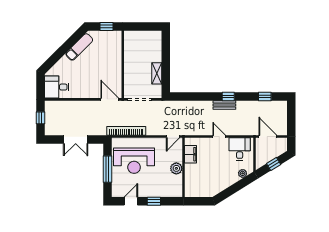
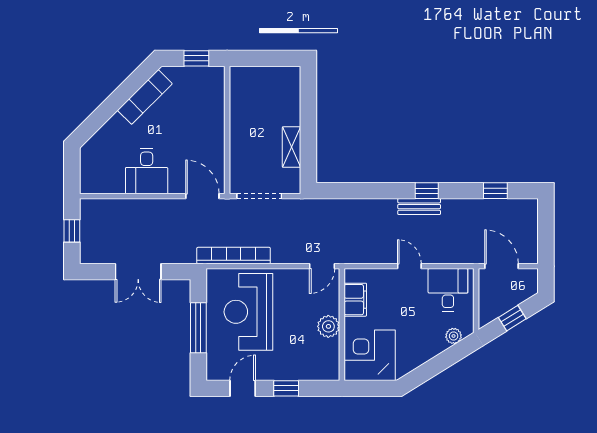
desk: (57, 87) -> (147, 171), moved, turned -90
reception desk: (134, 161) -> (248, 312), turned 90
corner desk: (198, 184) -> (370, 355), added

